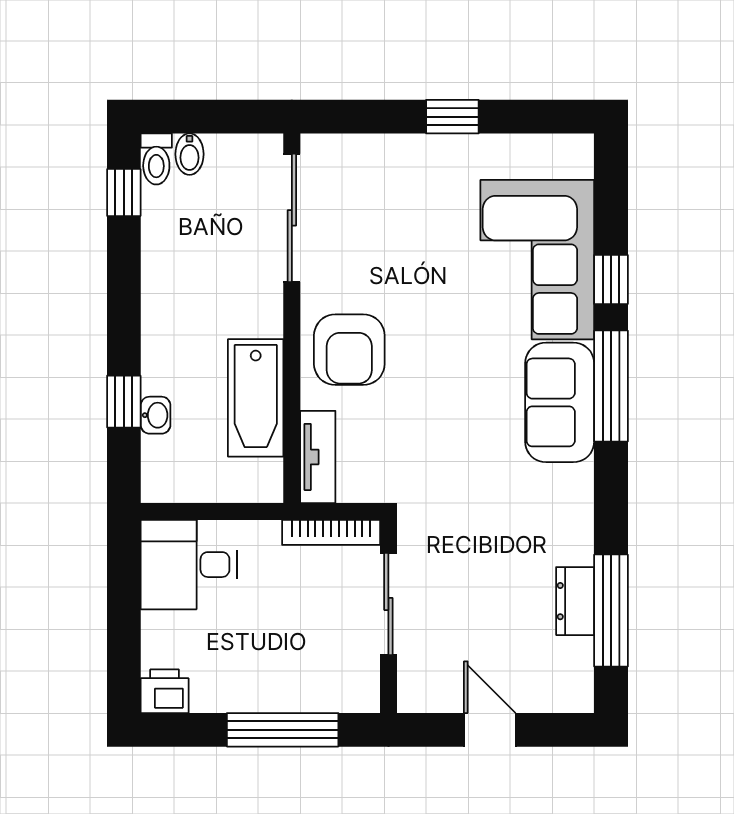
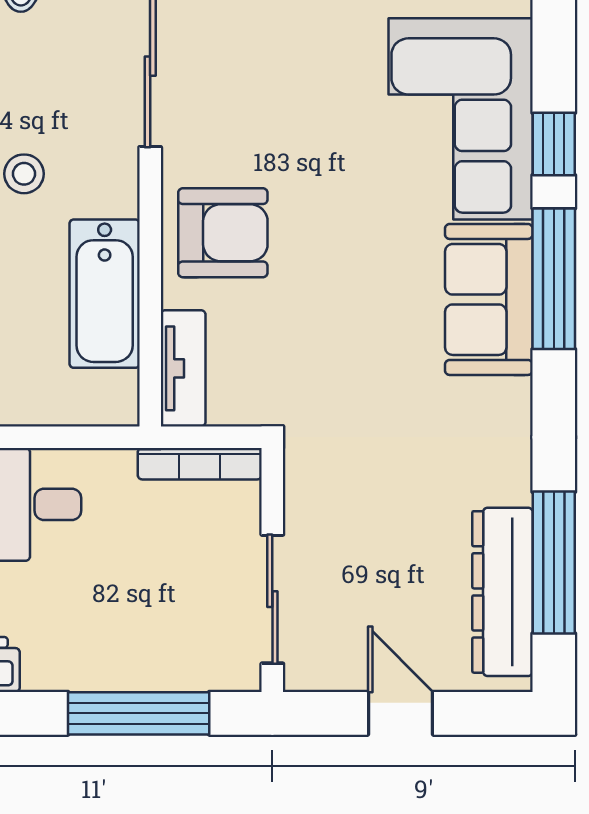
stool: (192, 303) -> (24, 174), added
armchair: (349, 350) -> (223, 233), turned -90
dresser: (575, 601) -> (502, 592), width x1.96, depth x1.24
sliding door: (388, 604) -> (272, 599), moved

